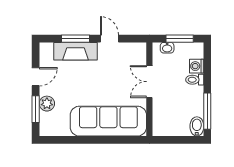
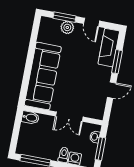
fireplace: (75, 51) -> (109, 48), moved
double door: (149, 82) -> (69, 117), swing flipped
bidet: (197, 126) -> (30, 118), moved

